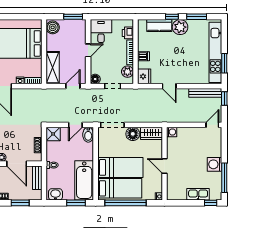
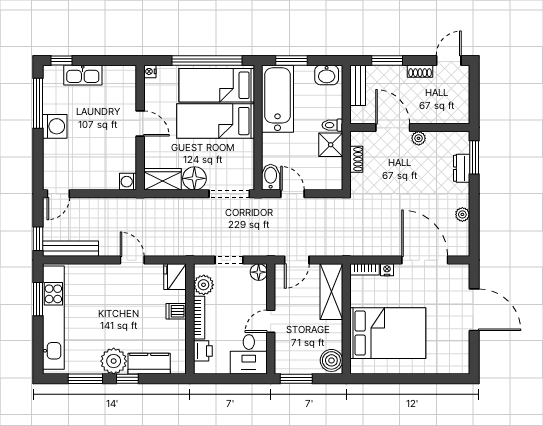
door: (75, 125) -> (292, 194), hinge flipped
shower: (53, 134) -> (331, 145), moved
bench: (37, 178) -> (358, 85), moved

